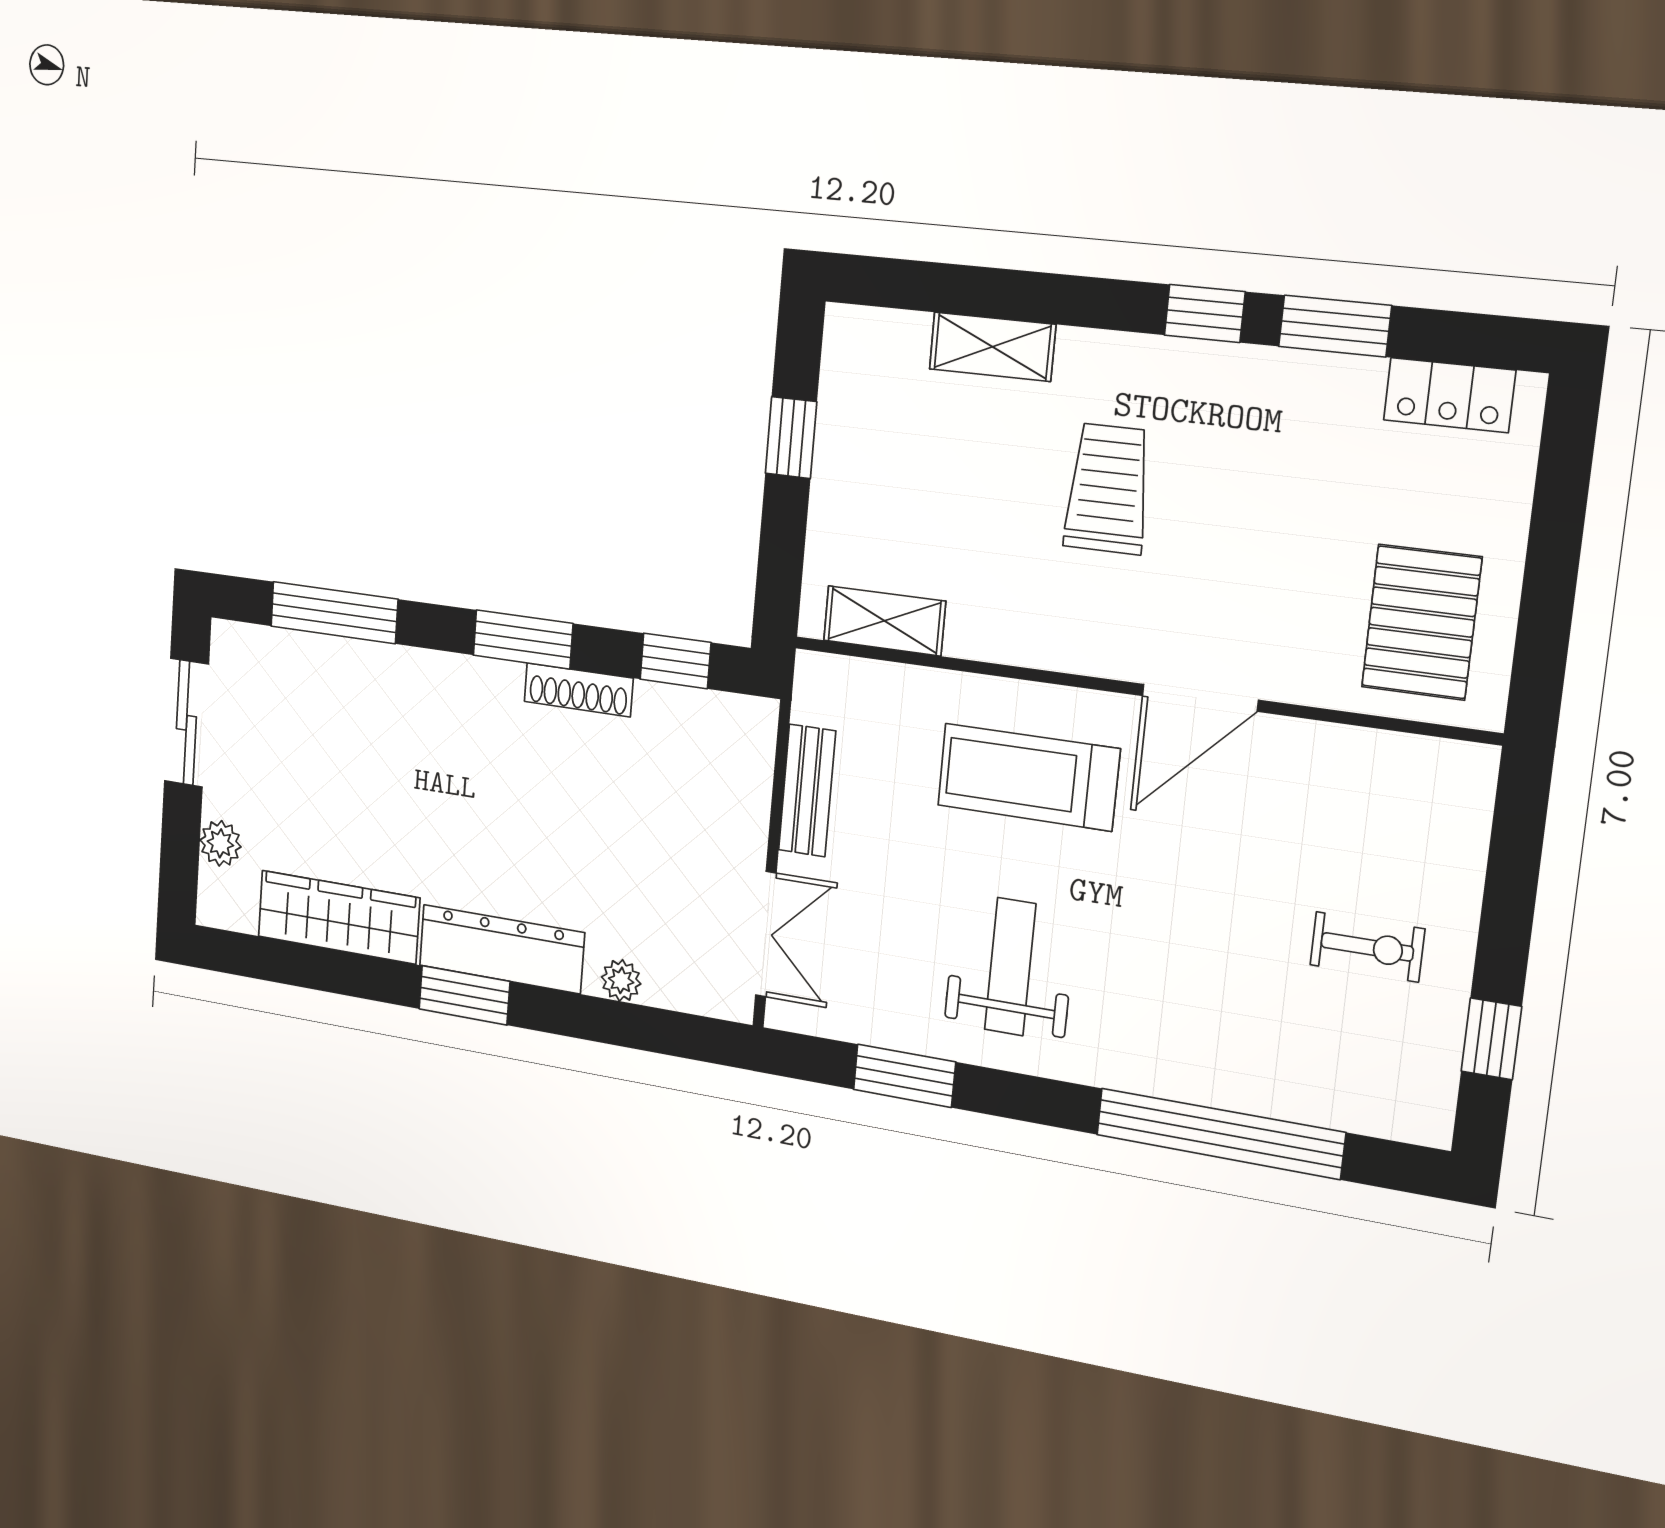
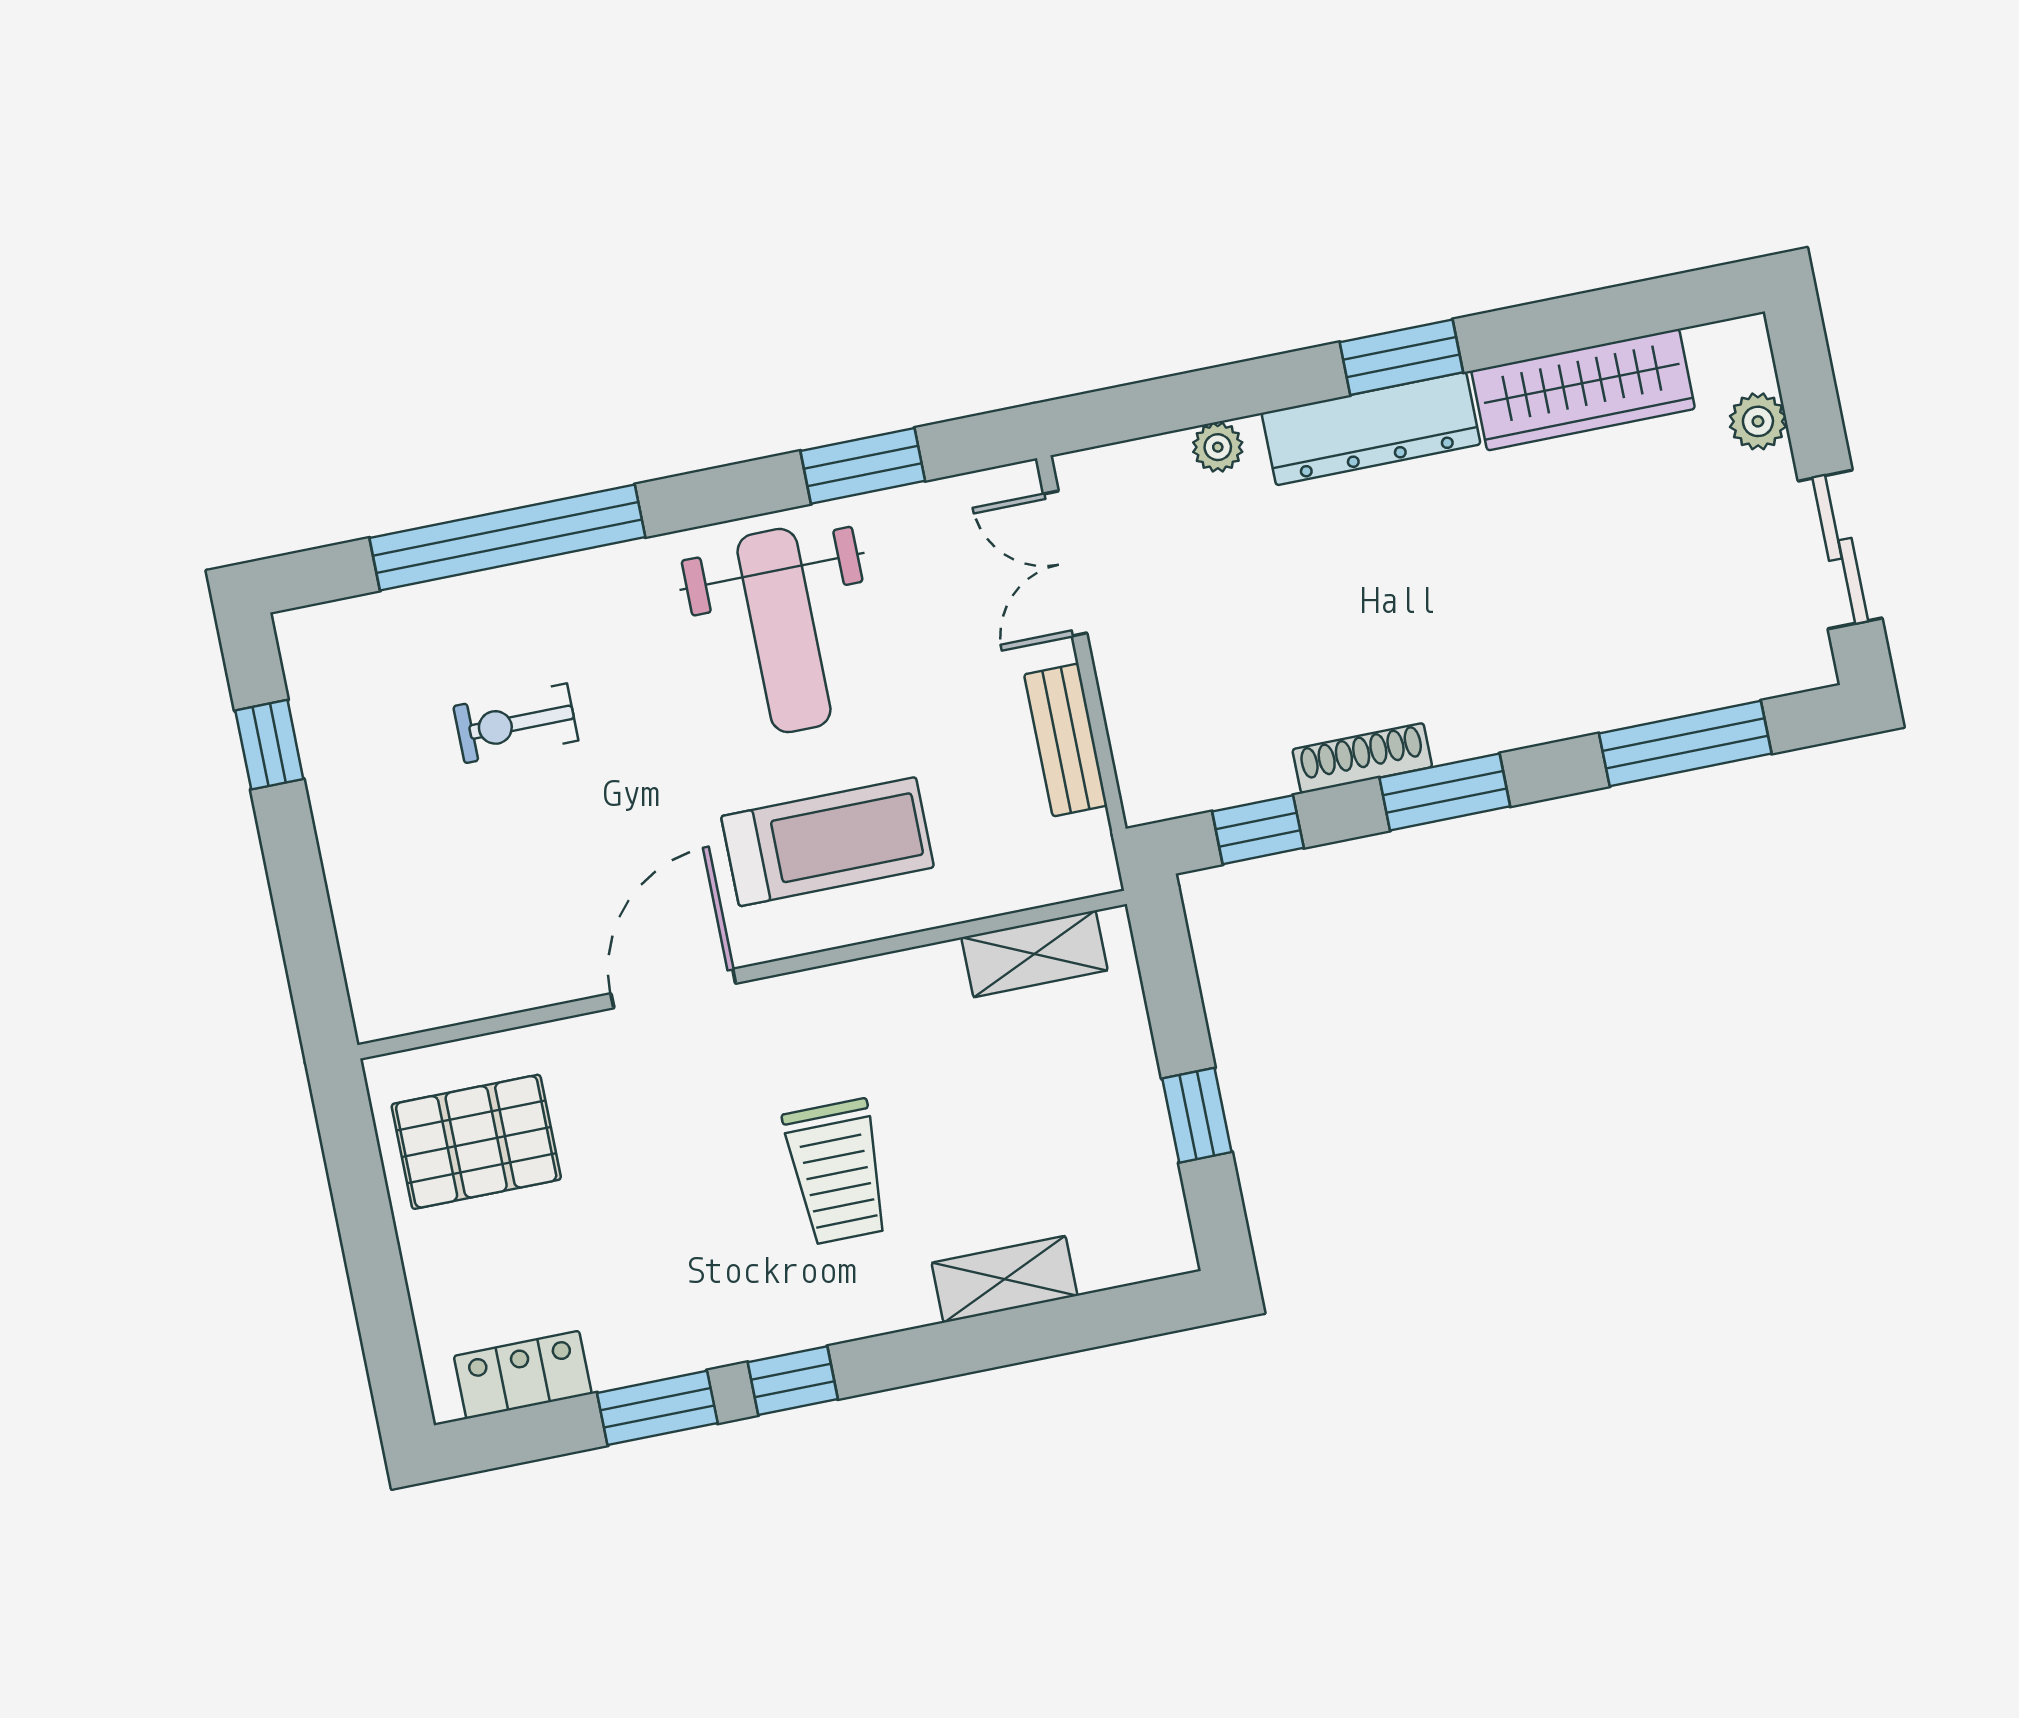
pallet: (1422, 622) -> (476, 1142), turned 90
exercise bike: (1367, 947) -> (516, 723), moved
weight bench: (1010, 967) -> (784, 631), width x1.36, depth x1.33

